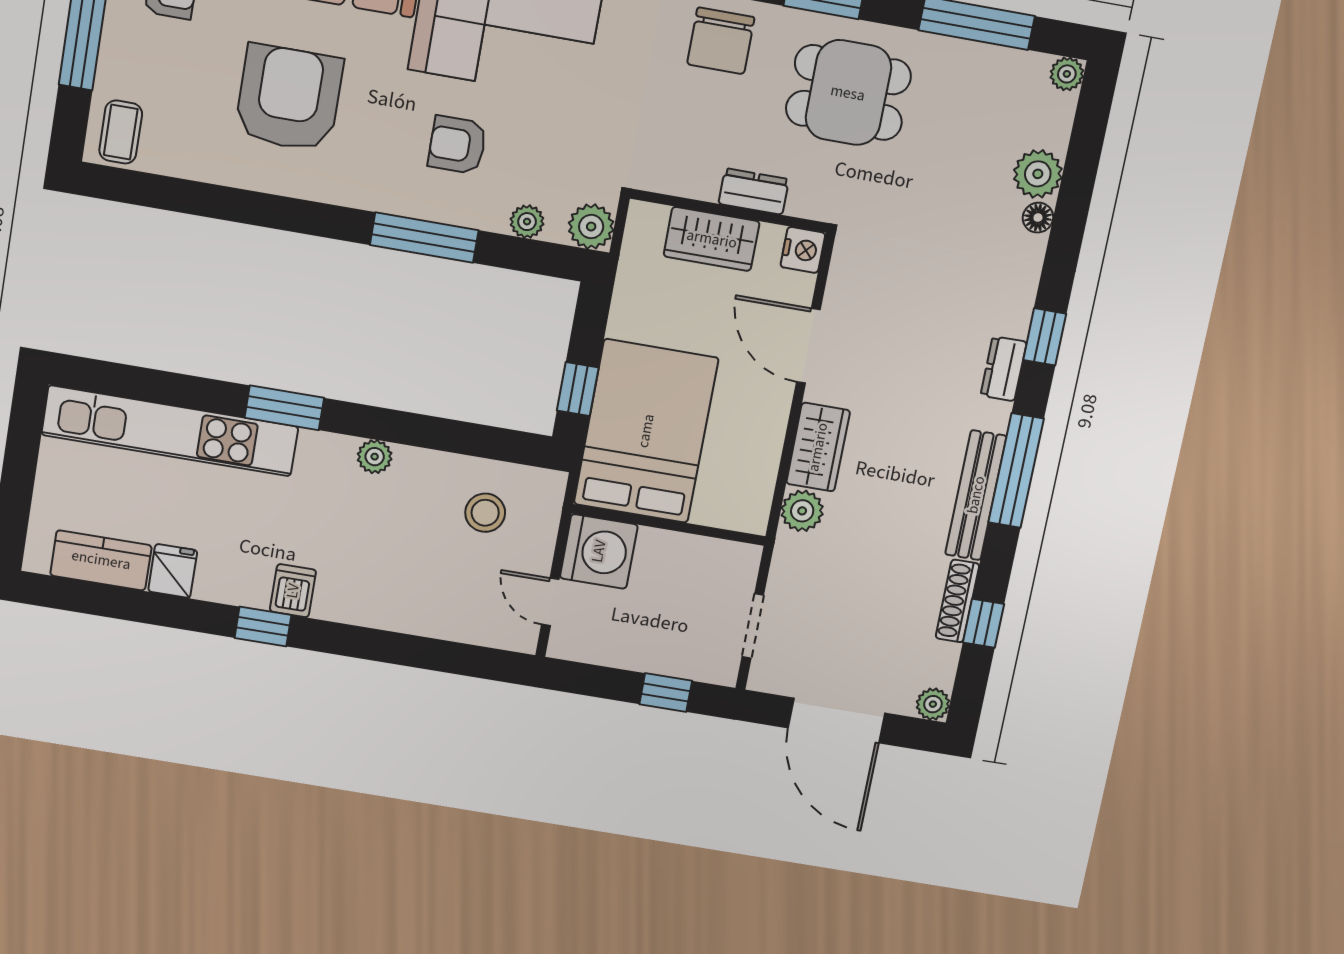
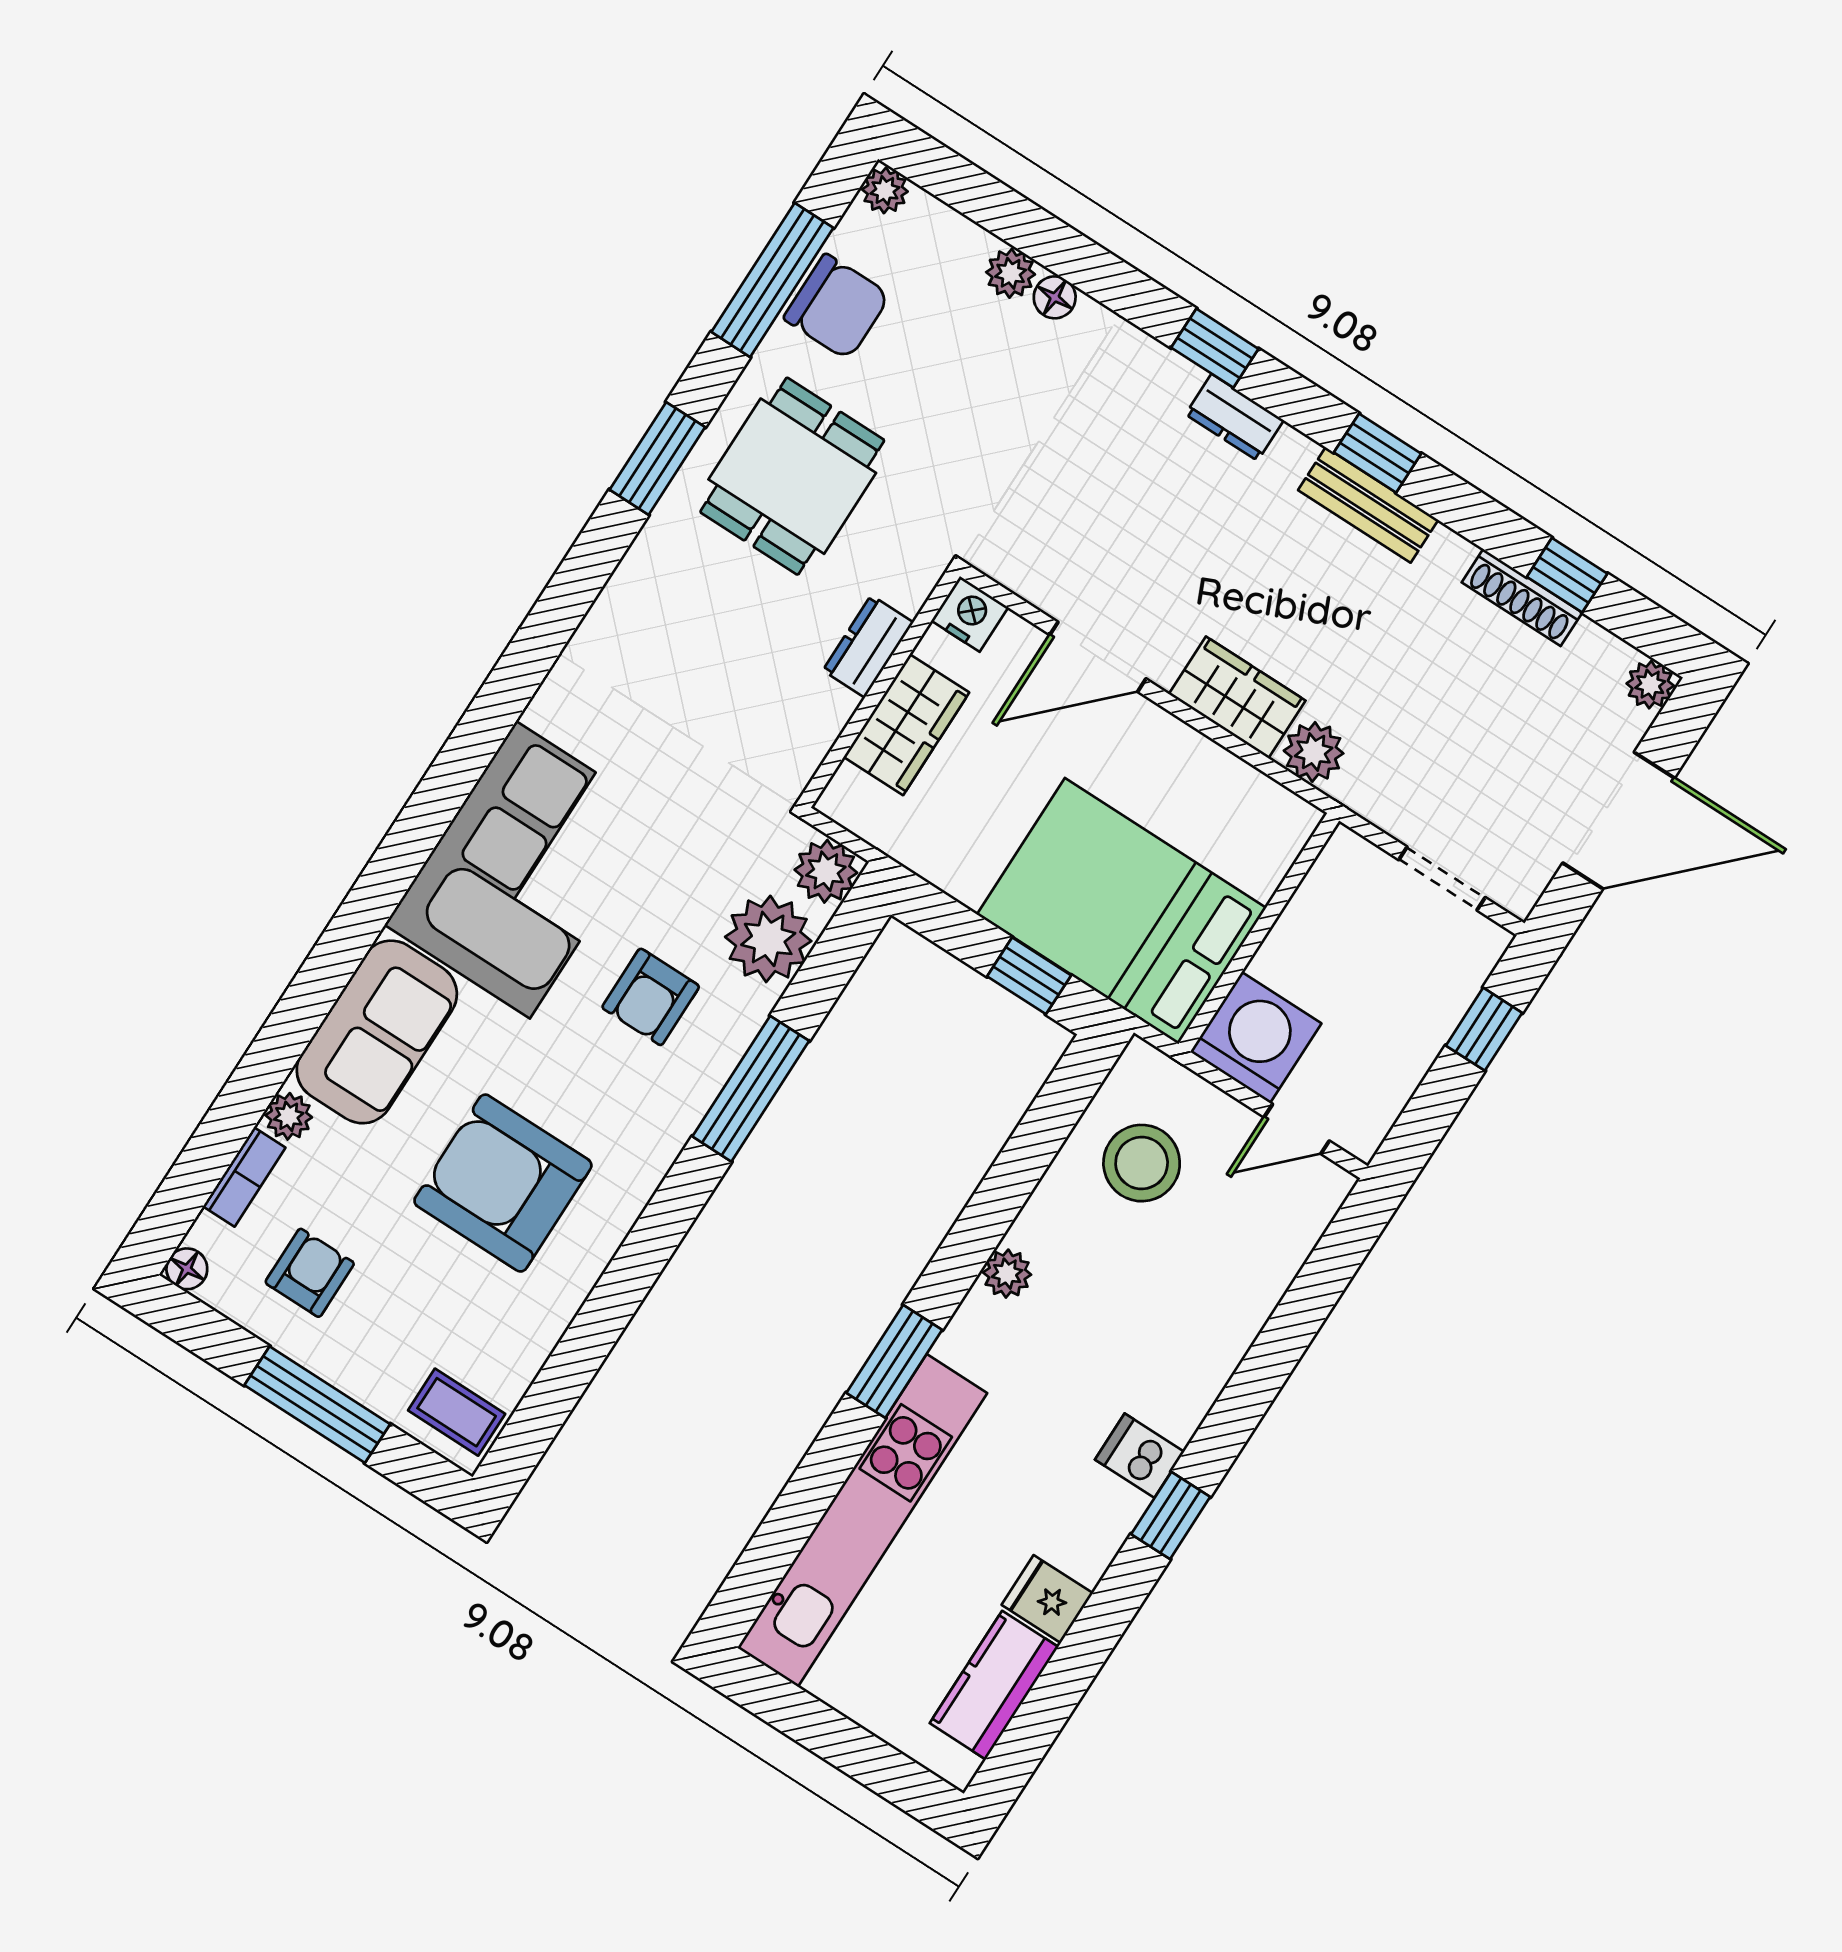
chair: (721, 41) -> (837, 307), moved
plant: (1038, 174) -> (1011, 273), width x0.73, depth x0.73
plant: (527, 222) -> (768, 939), width x1.87, depth x1.87
window: (1016, 471) -> (1378, 453), width x0.46
bench: (976, 495) -> (1368, 505), width x0.73
stool: (485, 513) -> (1142, 1163), width x1.38, depth x1.38

